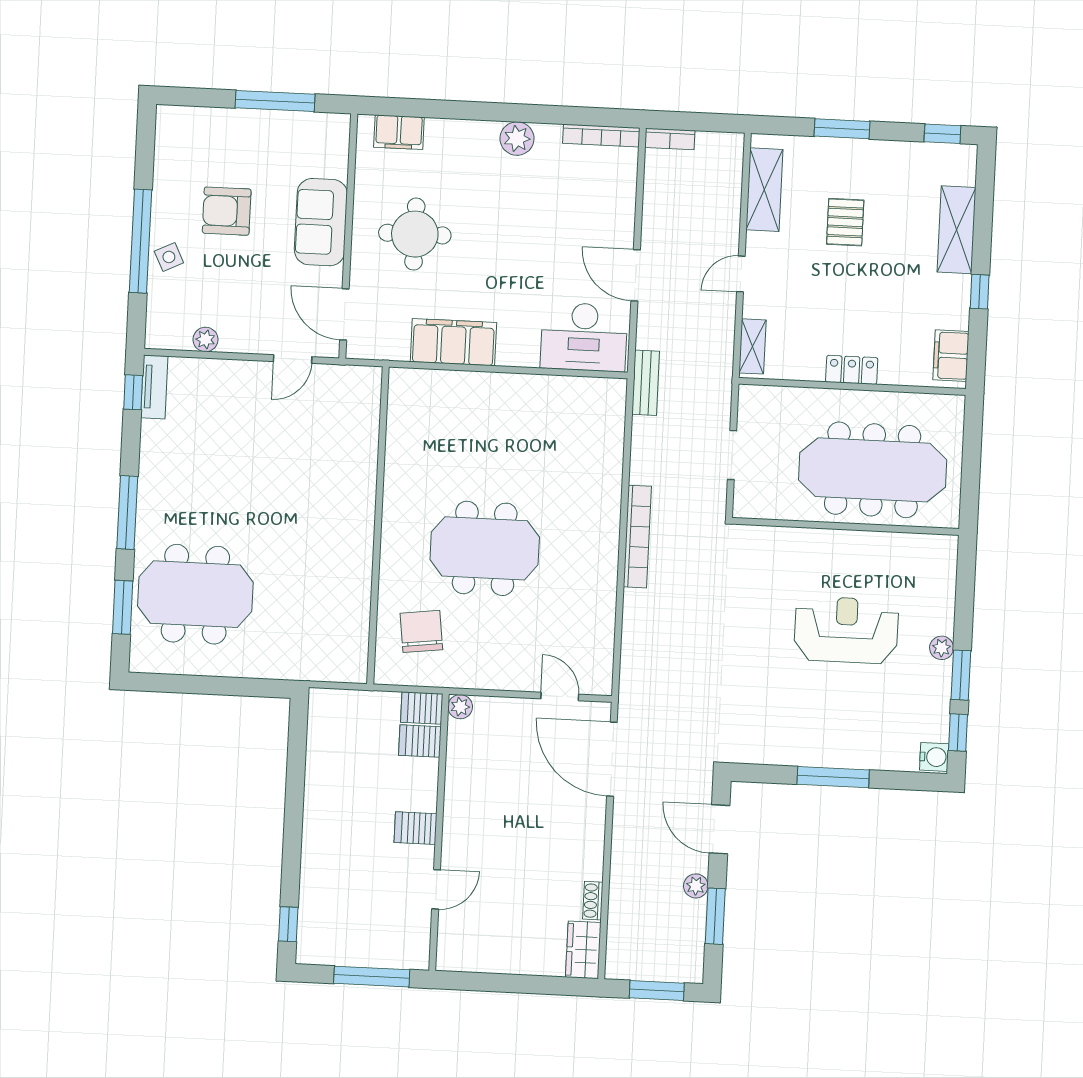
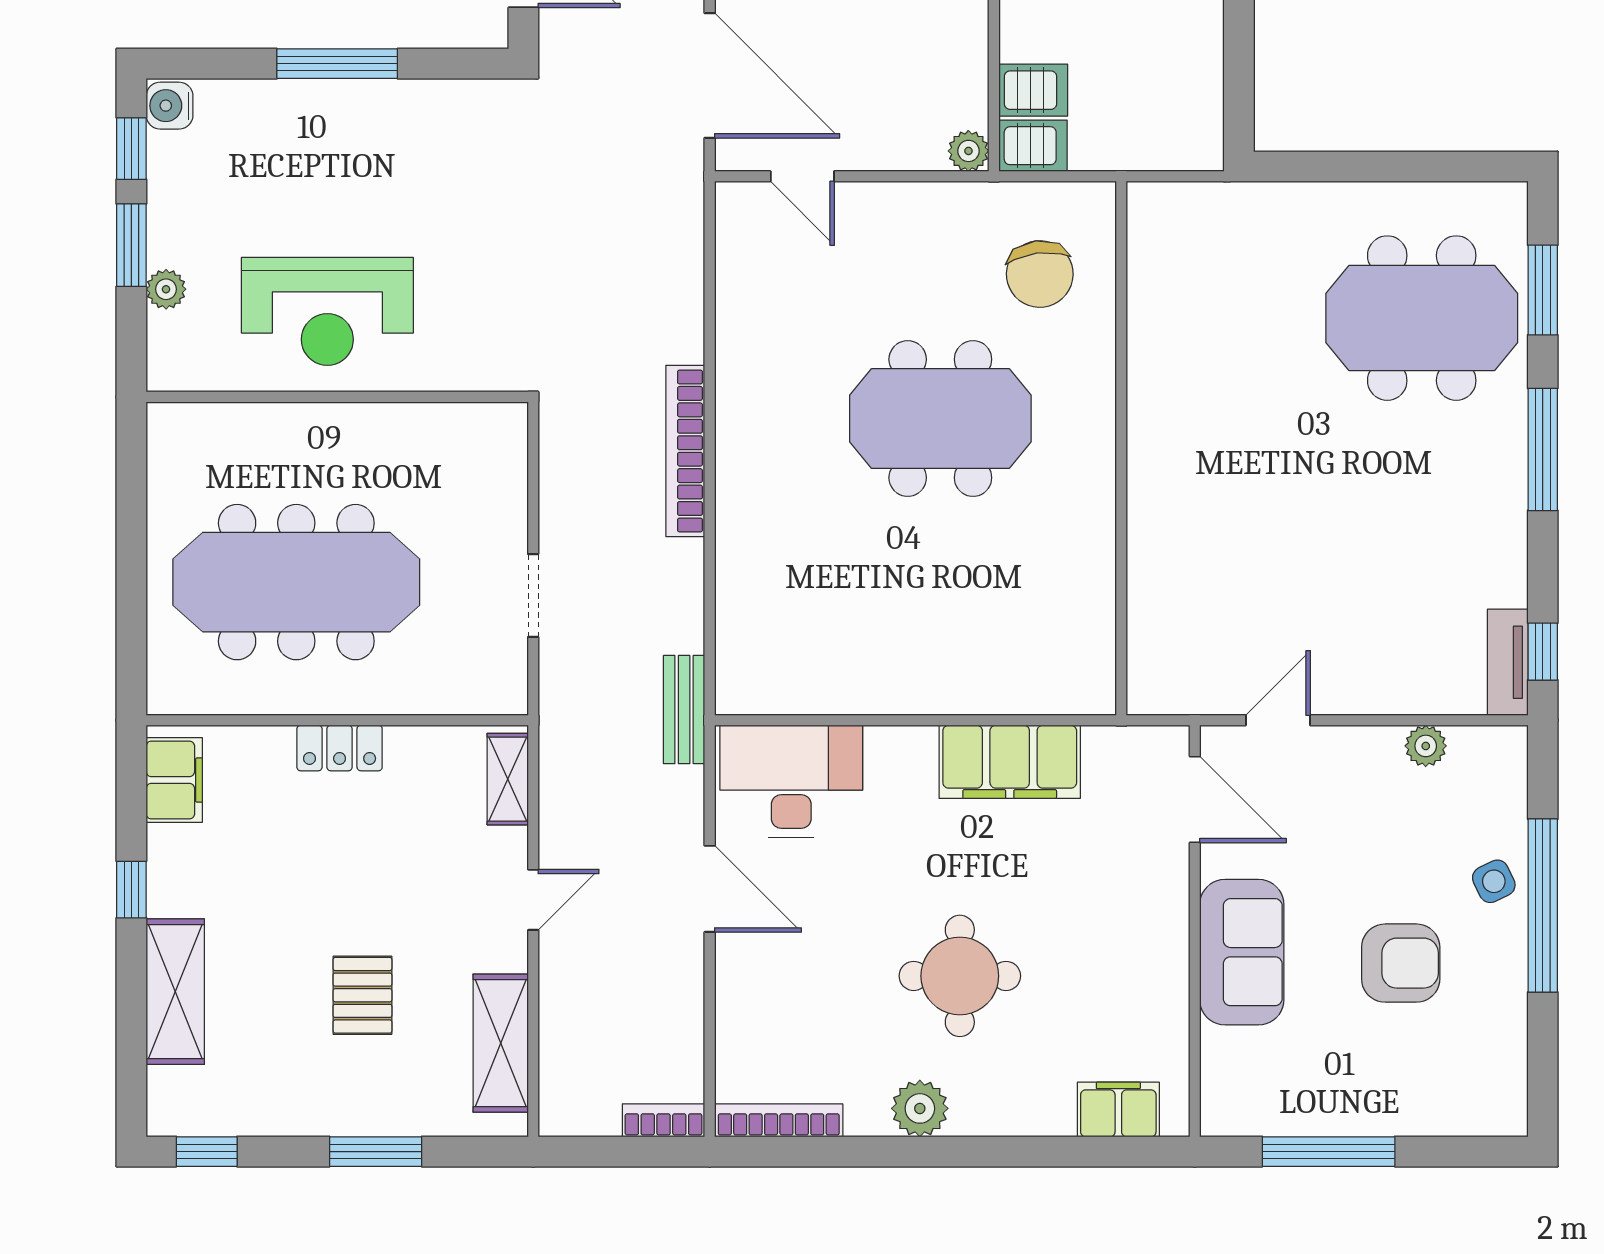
round table: (415, 234) -> (960, 976), moved
wall: (845, 526) -> (337, 397), moved

